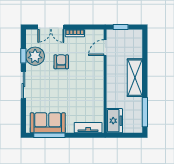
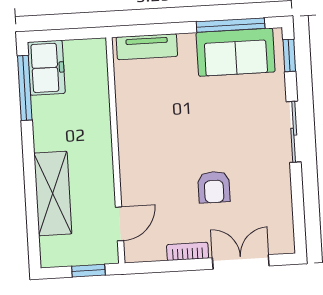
window: (23, 56) -> (289, 55), moved
plant: (35, 56) -> (272, 196), removed
shelving: (135, 78) -> (53, 193), moved
freezer: (114, 121) -> (46, 68), moved, turned 180

